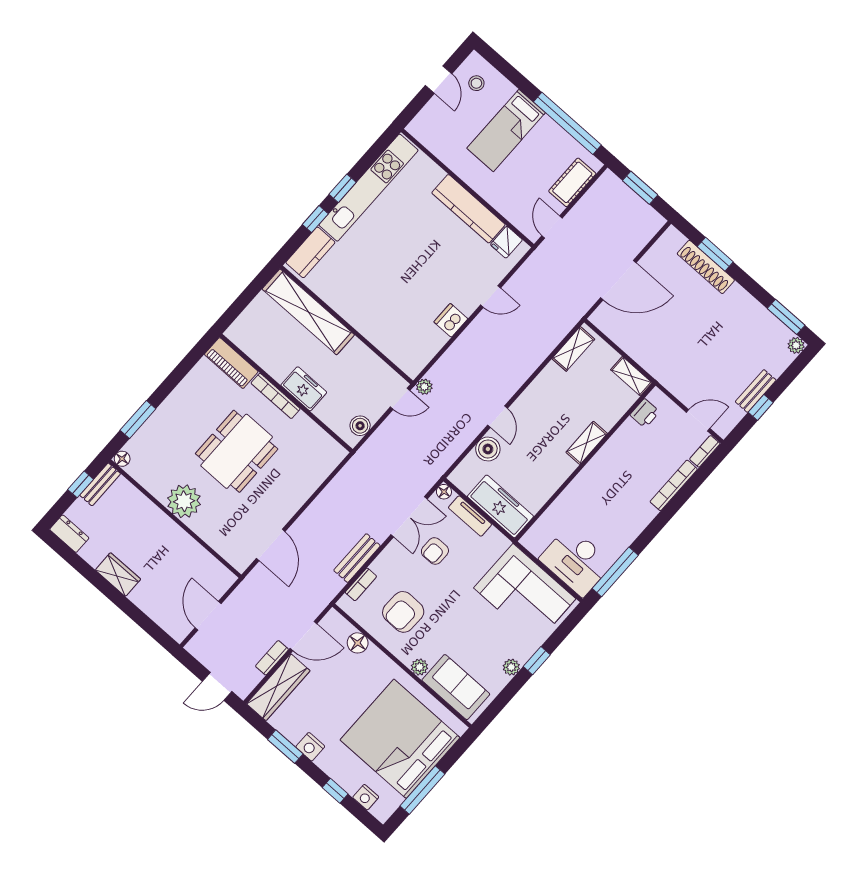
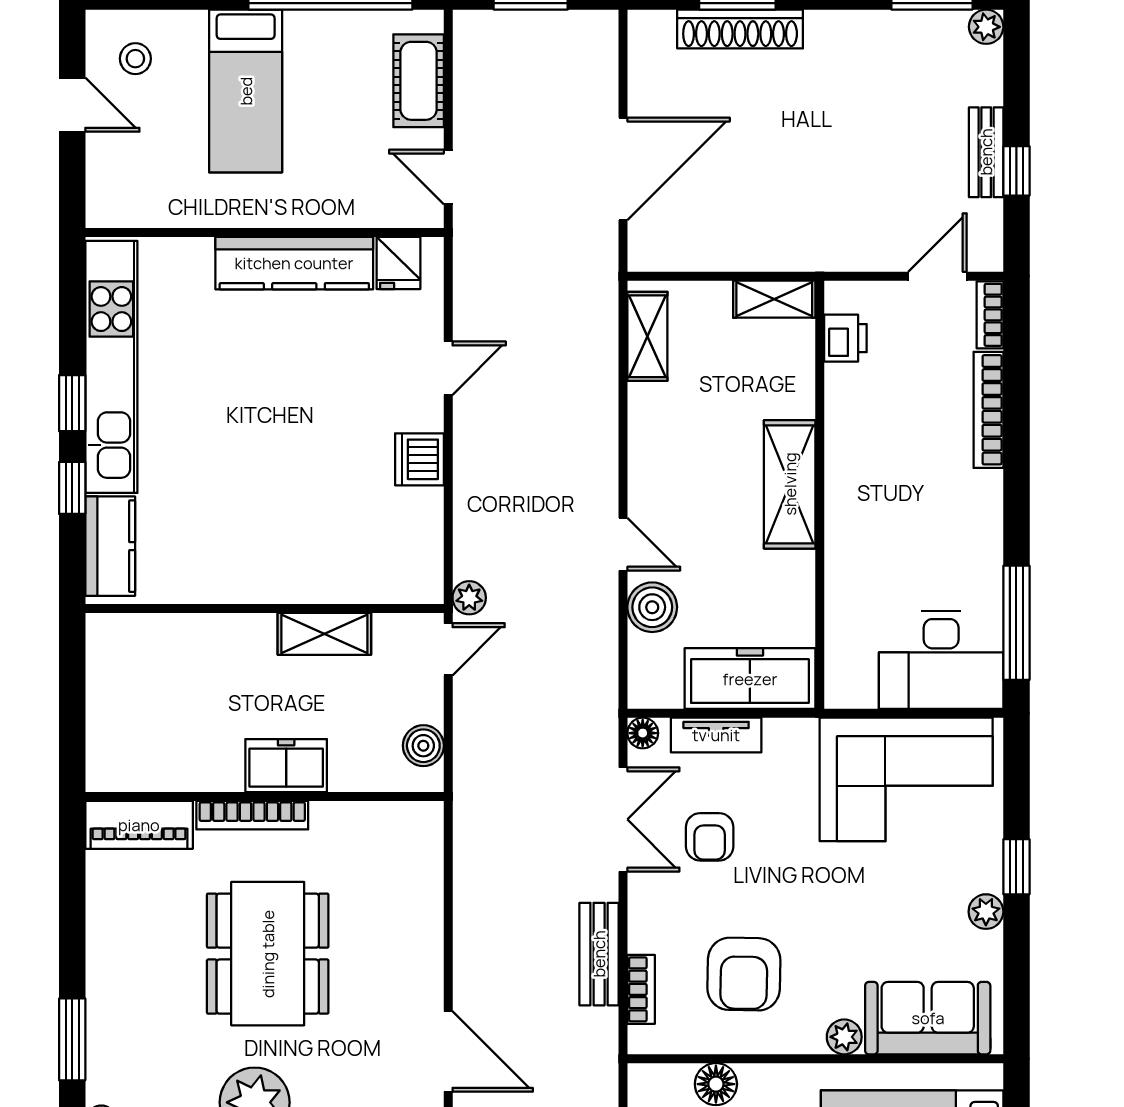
shelving: (308, 312) -> (324, 634), moved, width x0.45, depth x0.75
shelving: (587, 443) -> (790, 484), width x1.50, depth x1.33

